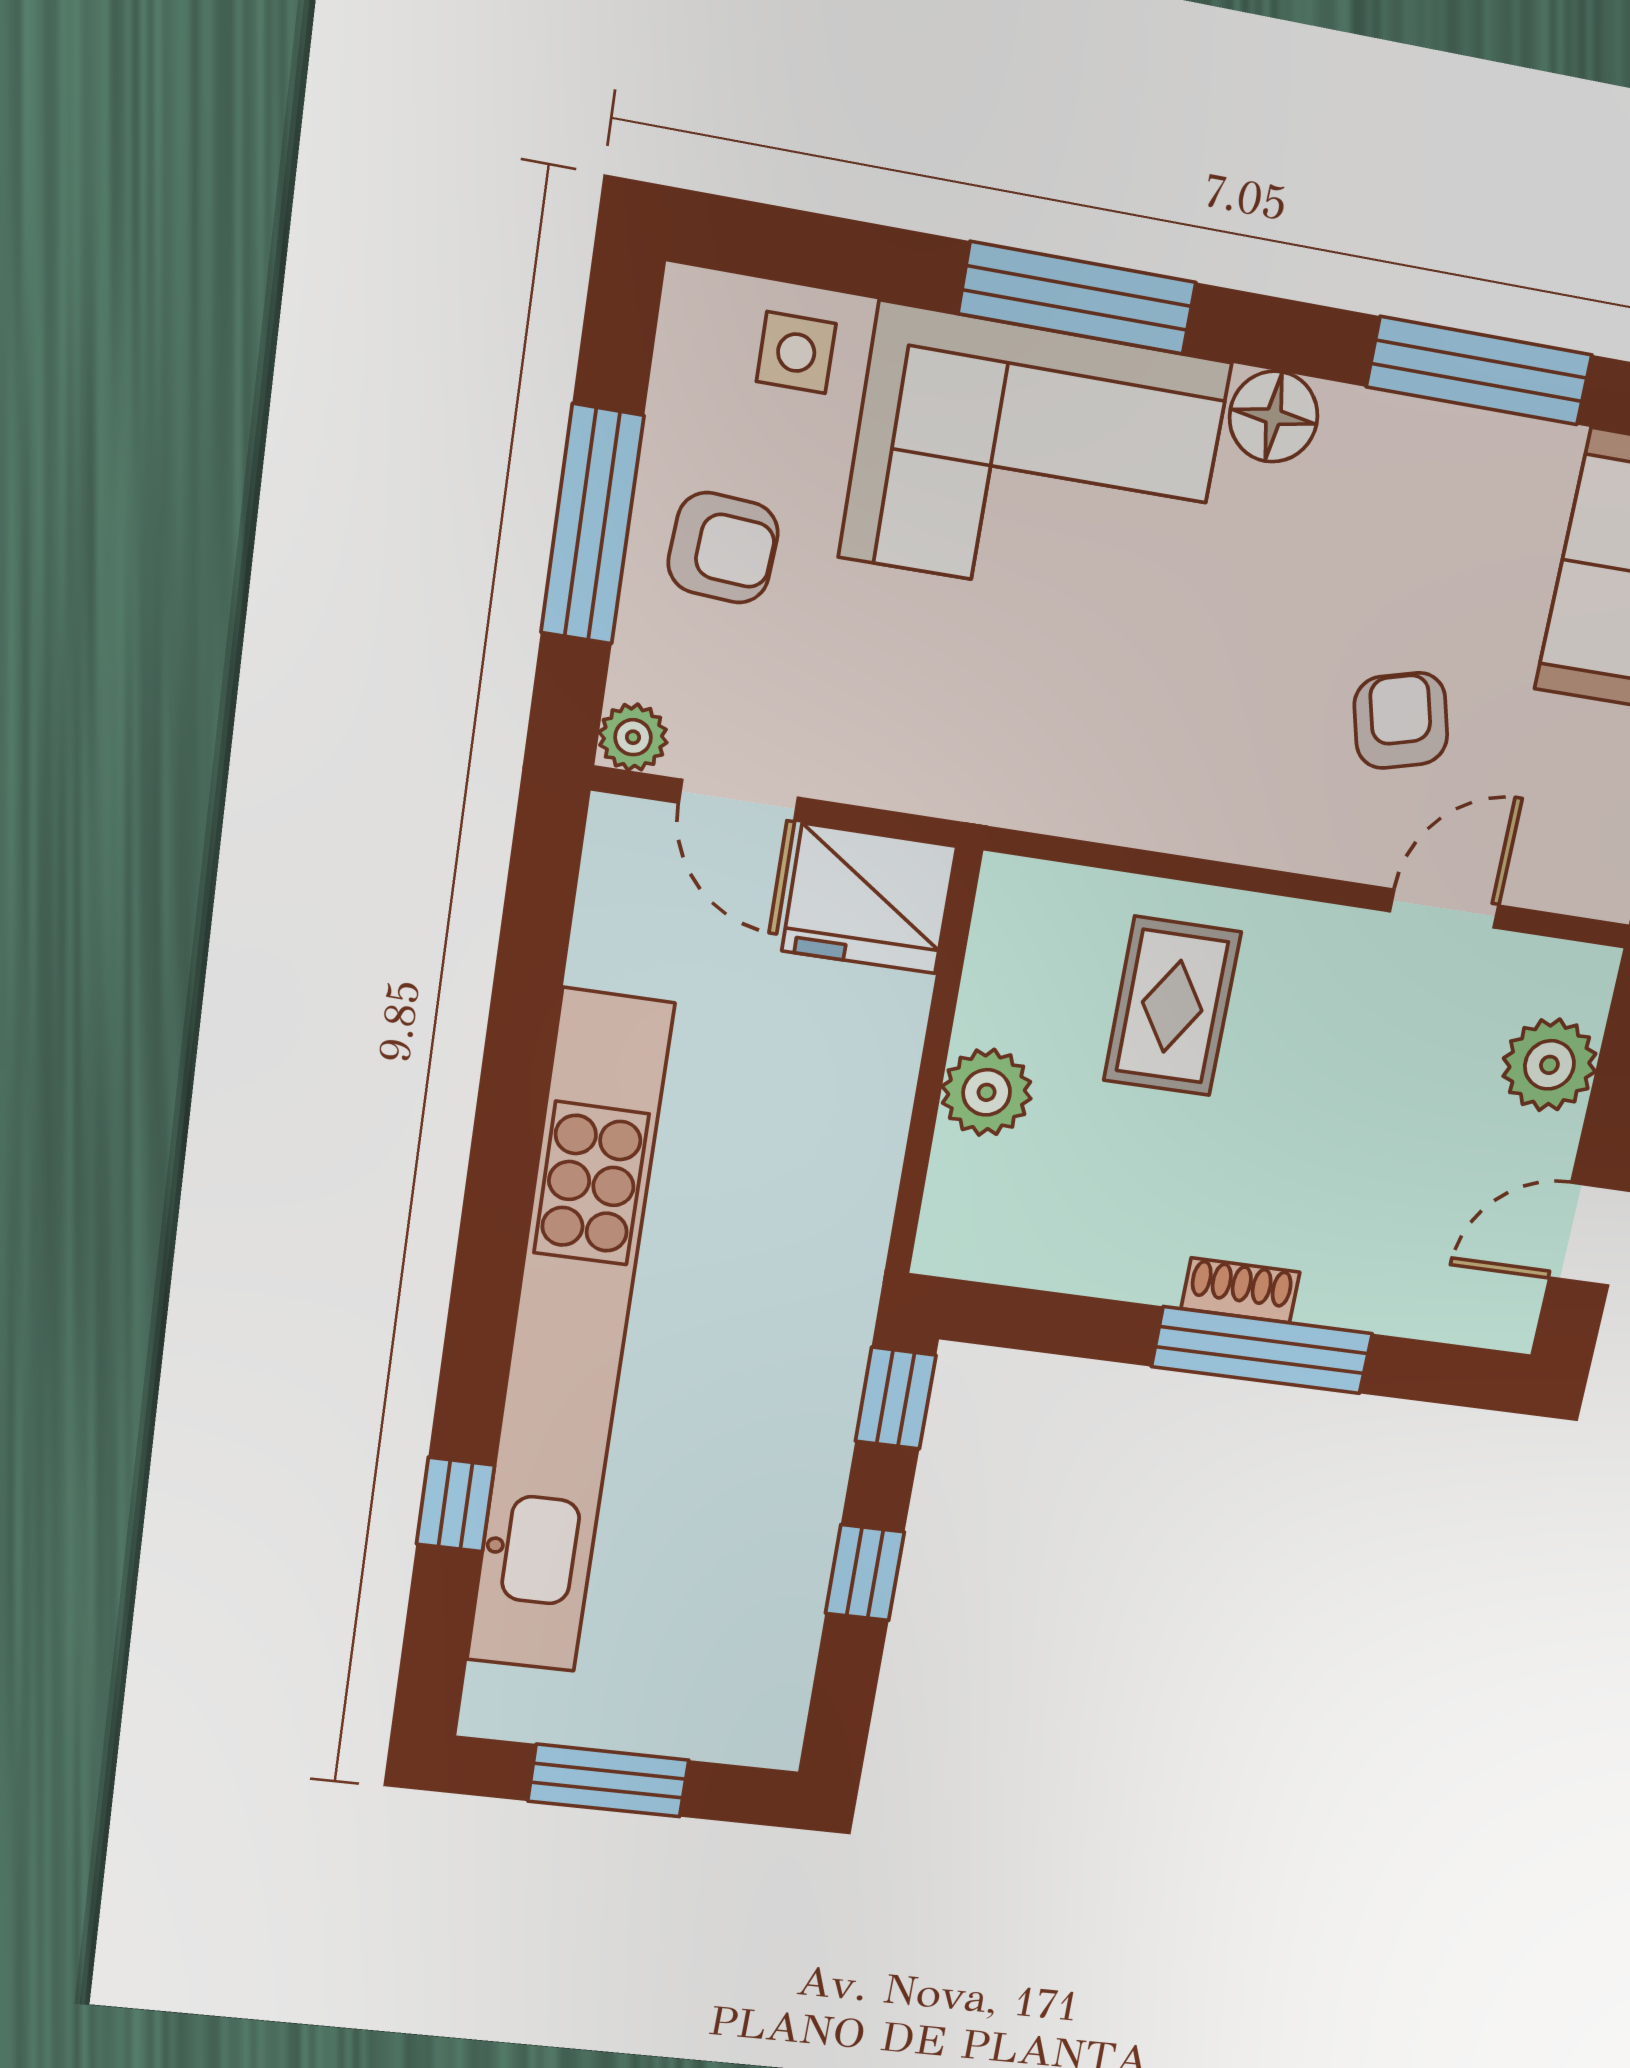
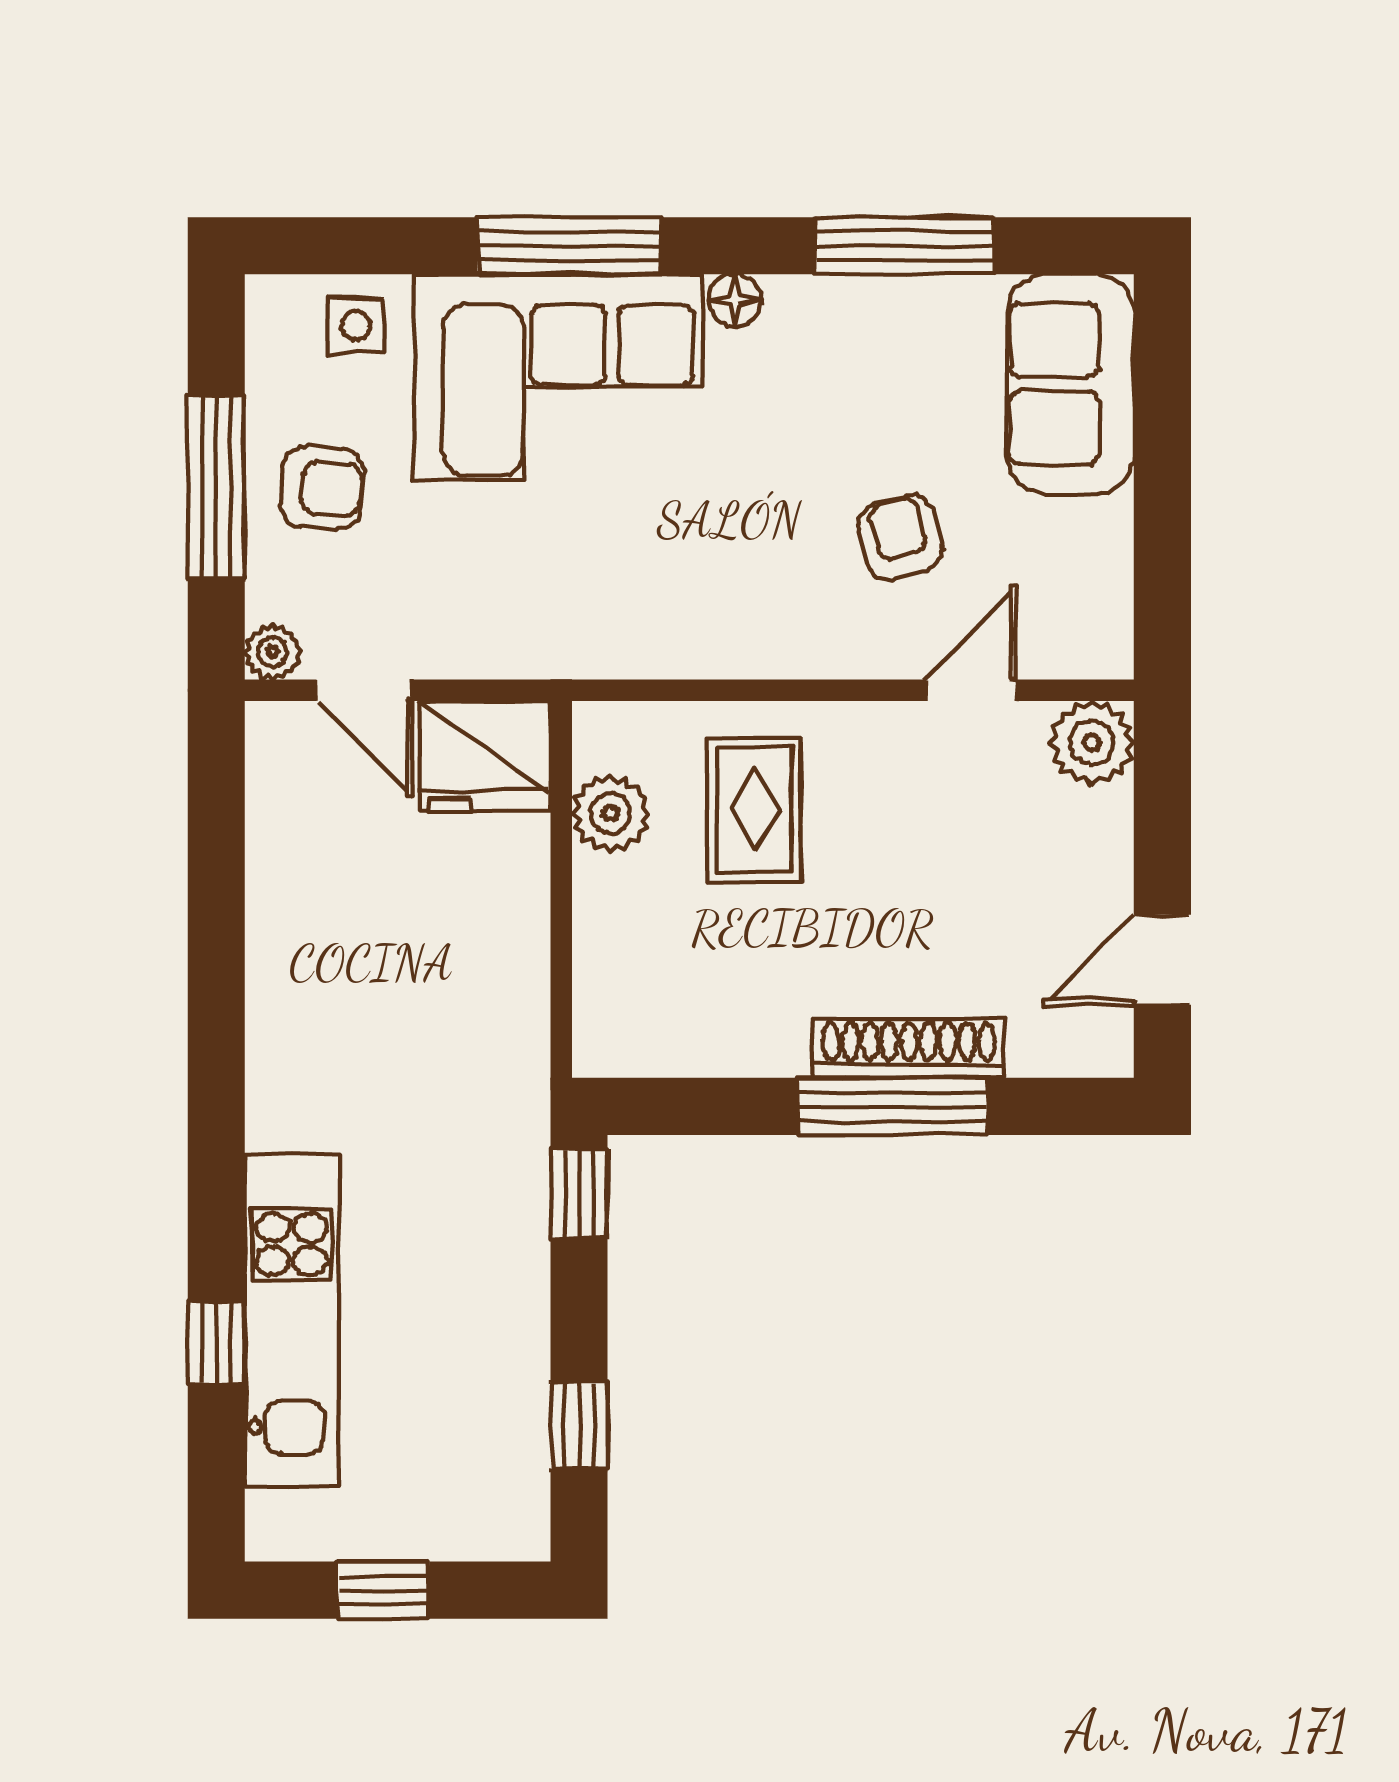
floor lamp: (1274, 417) -> (735, 301), width x0.73, depth x0.73
plant: (1549, 1065) -> (1092, 743), moved
plant: (987, 1092) -> (611, 813), moved
shoe rack: (1240, 1290) -> (909, 1049), width x1.94, depth x1.24
kitchen unit: (568, 1339) -> (292, 1321), width x0.54
window: (865, 1573) -> (579, 1425), moved
window: (608, 1781) -> (384, 1590), width x0.67

